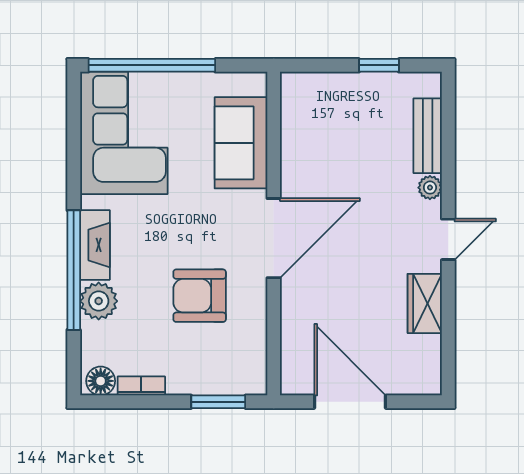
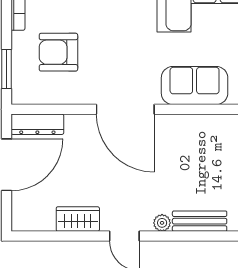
armchair: (200, 296) -> (58, 52), moved, turned -90
dresser: (294, 359) -> (37, 124), added

